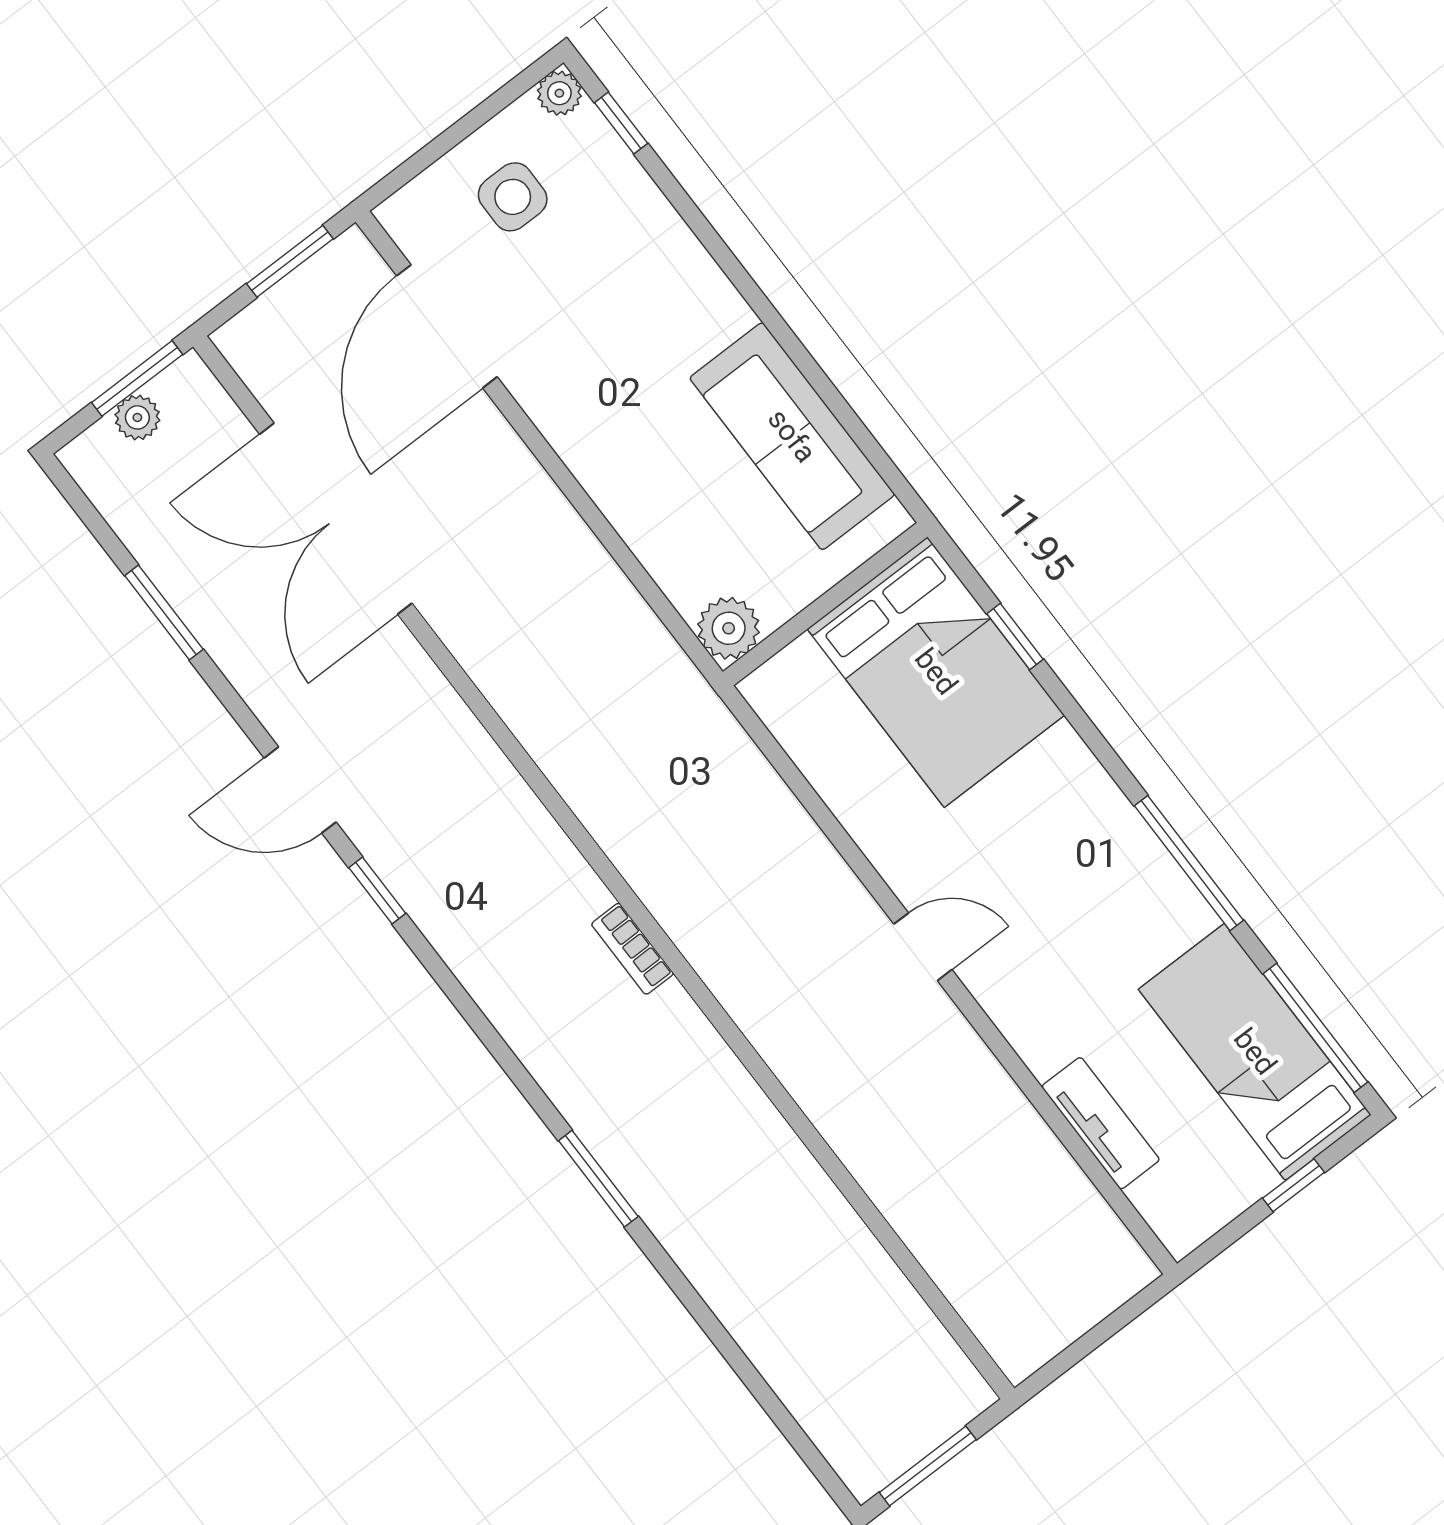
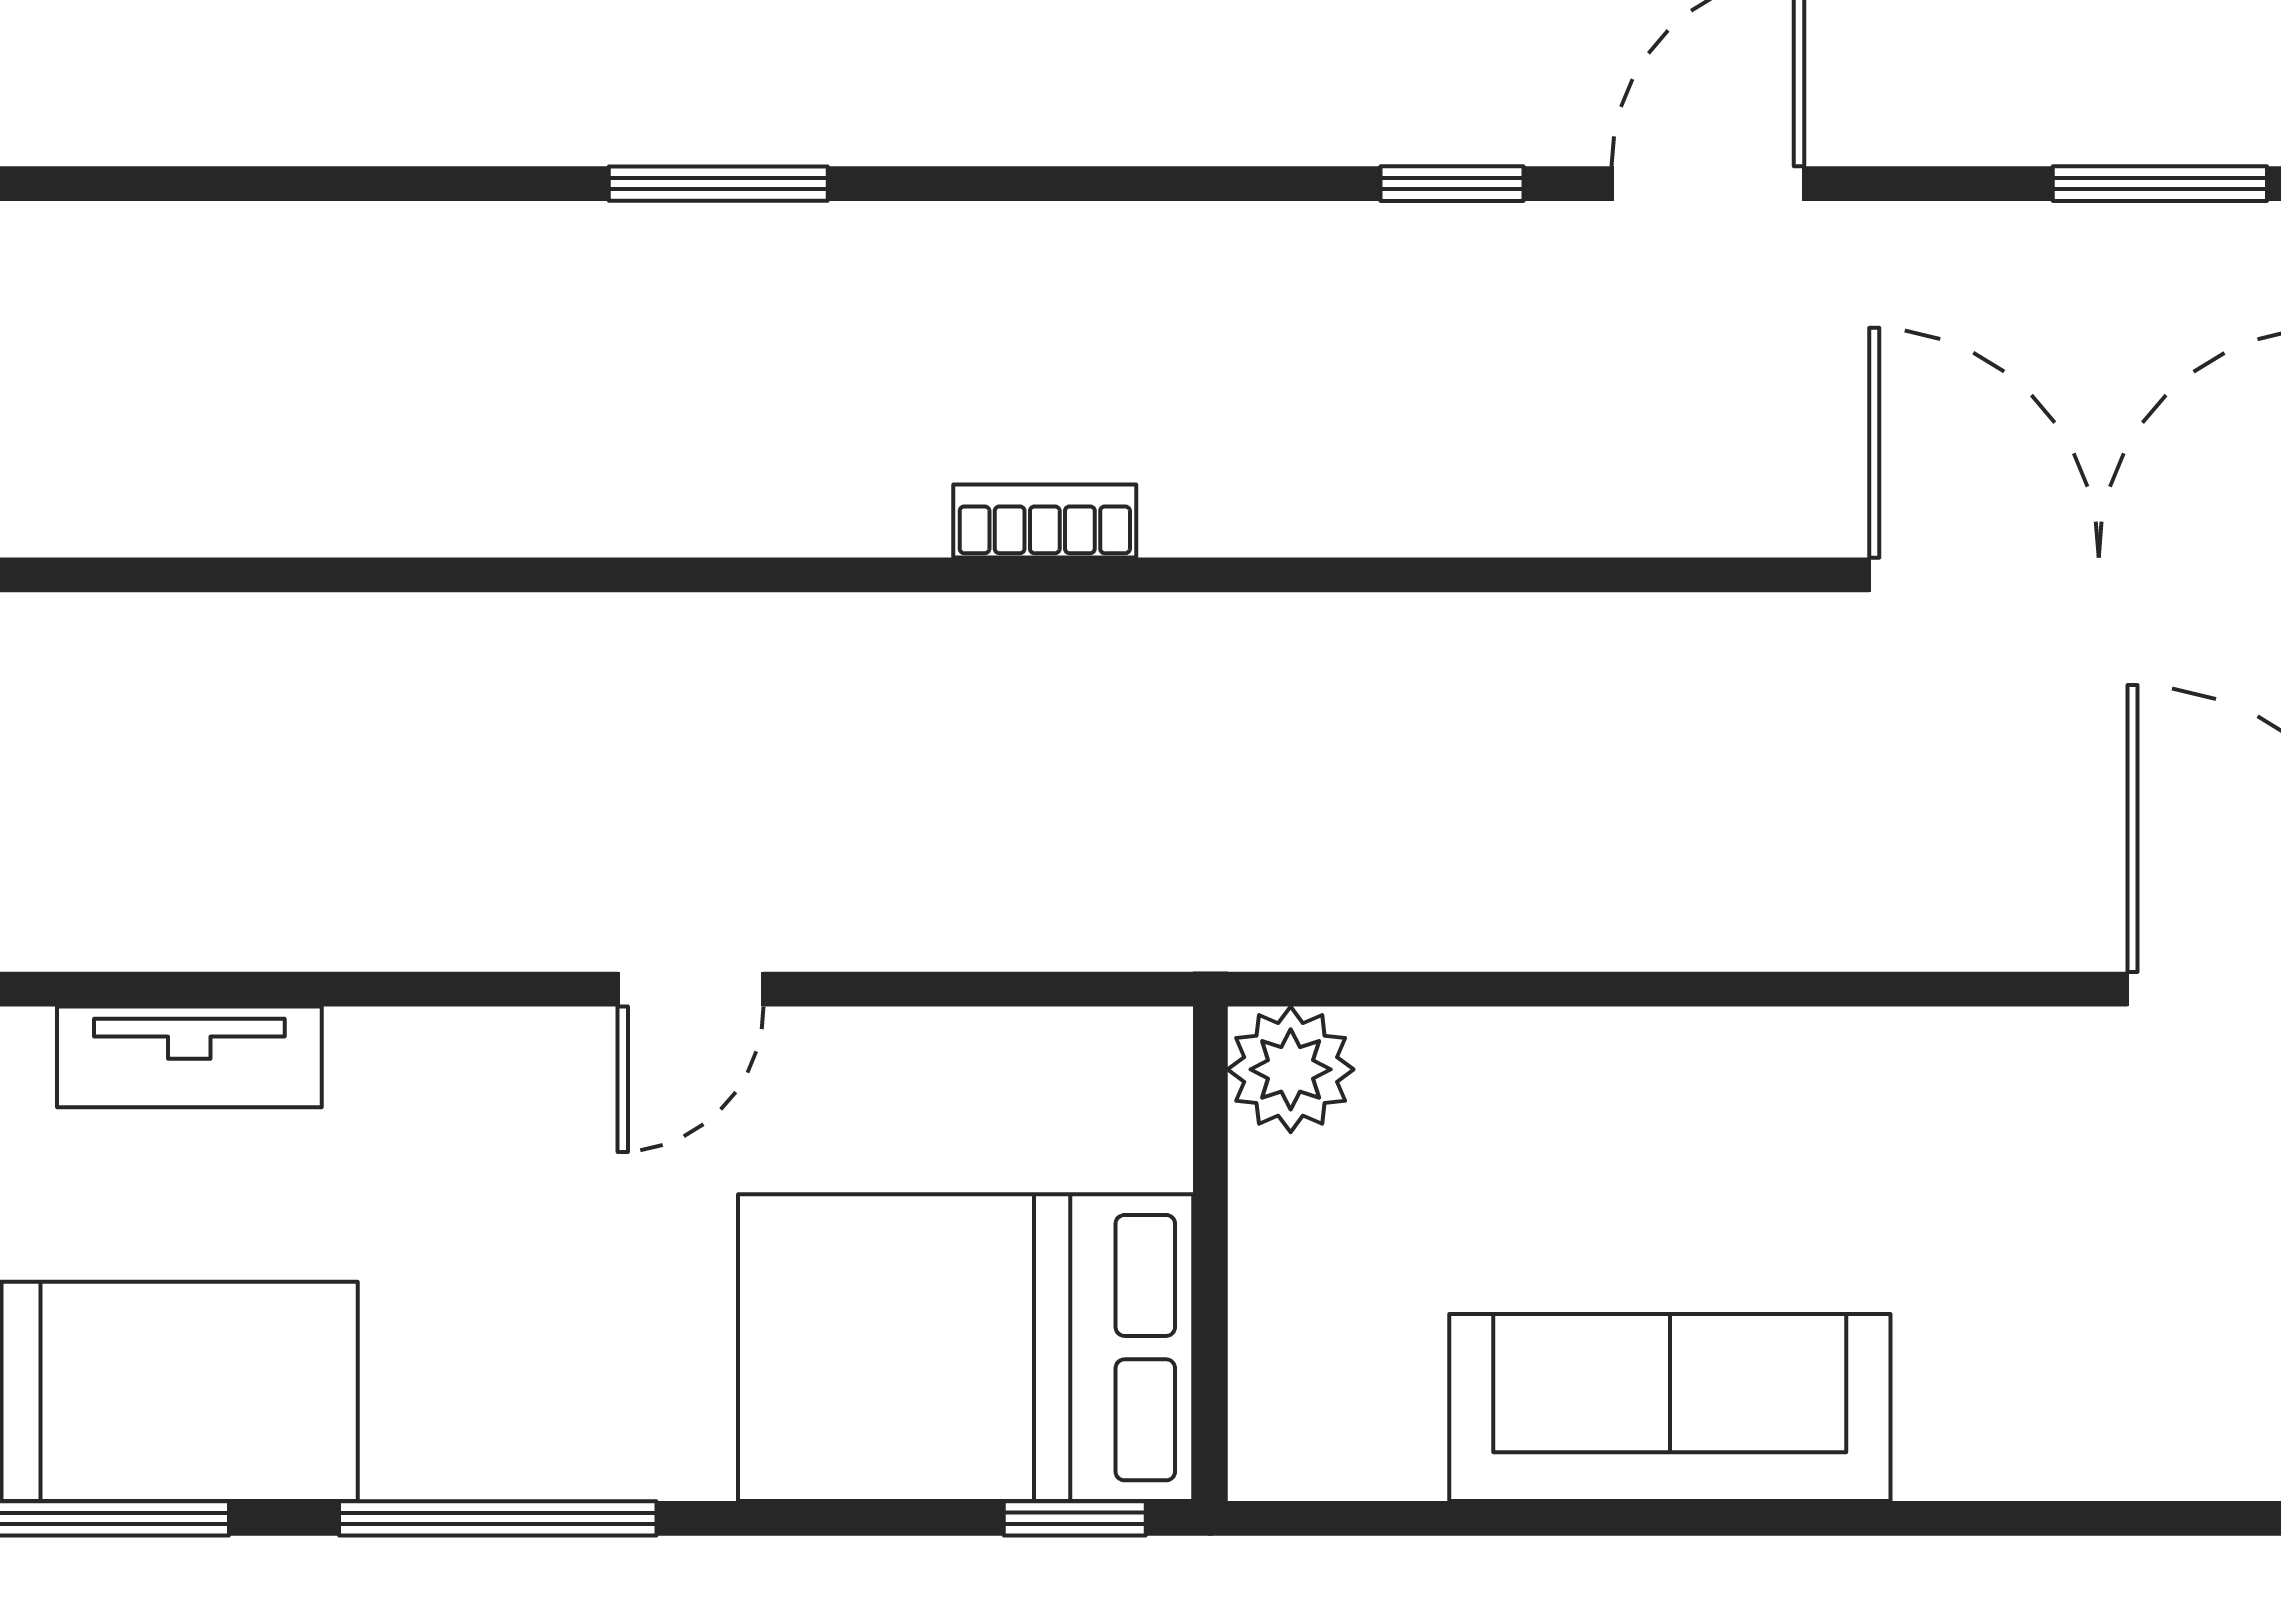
wall: (825, 604) -> (1210, 1254), moved
plant: (729, 628) -> (1291, 1069), moved
bed: (936, 672) -> (966, 1348), moved

